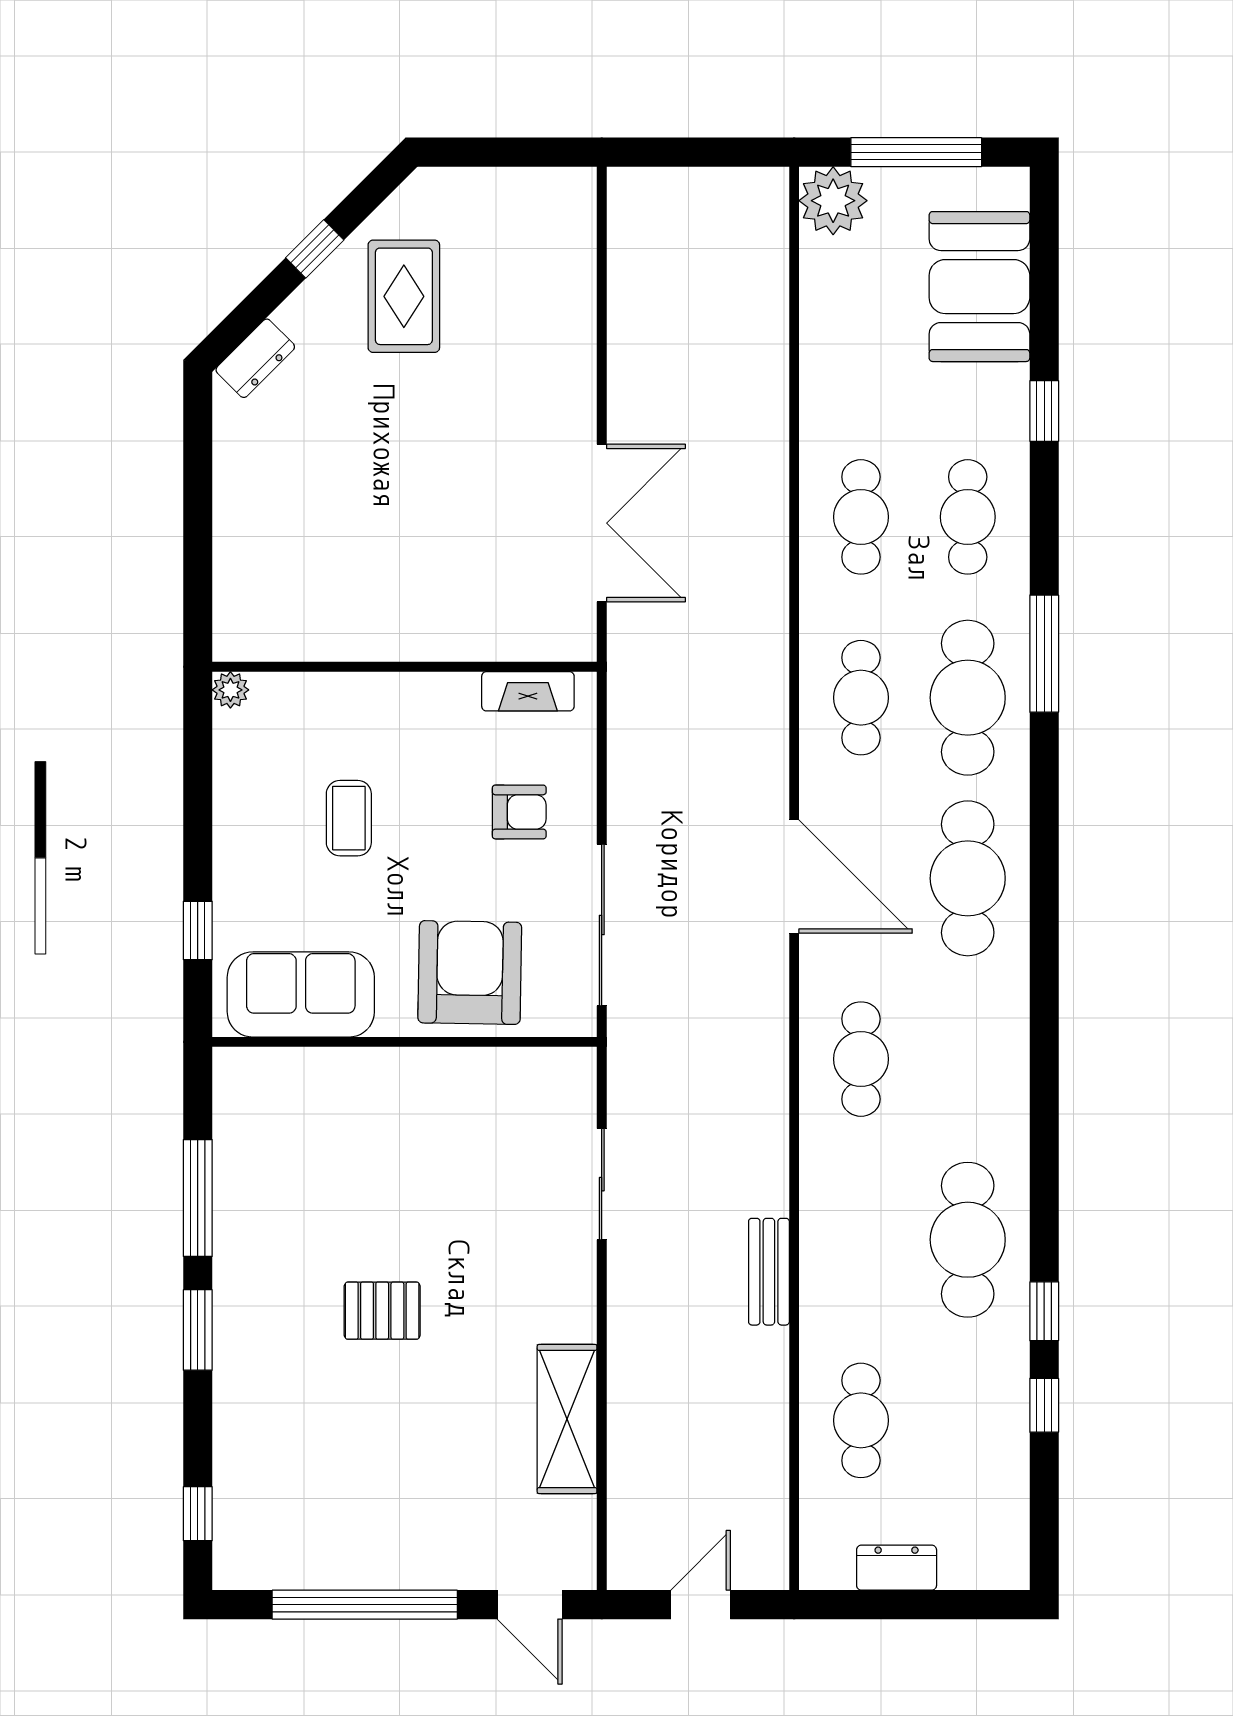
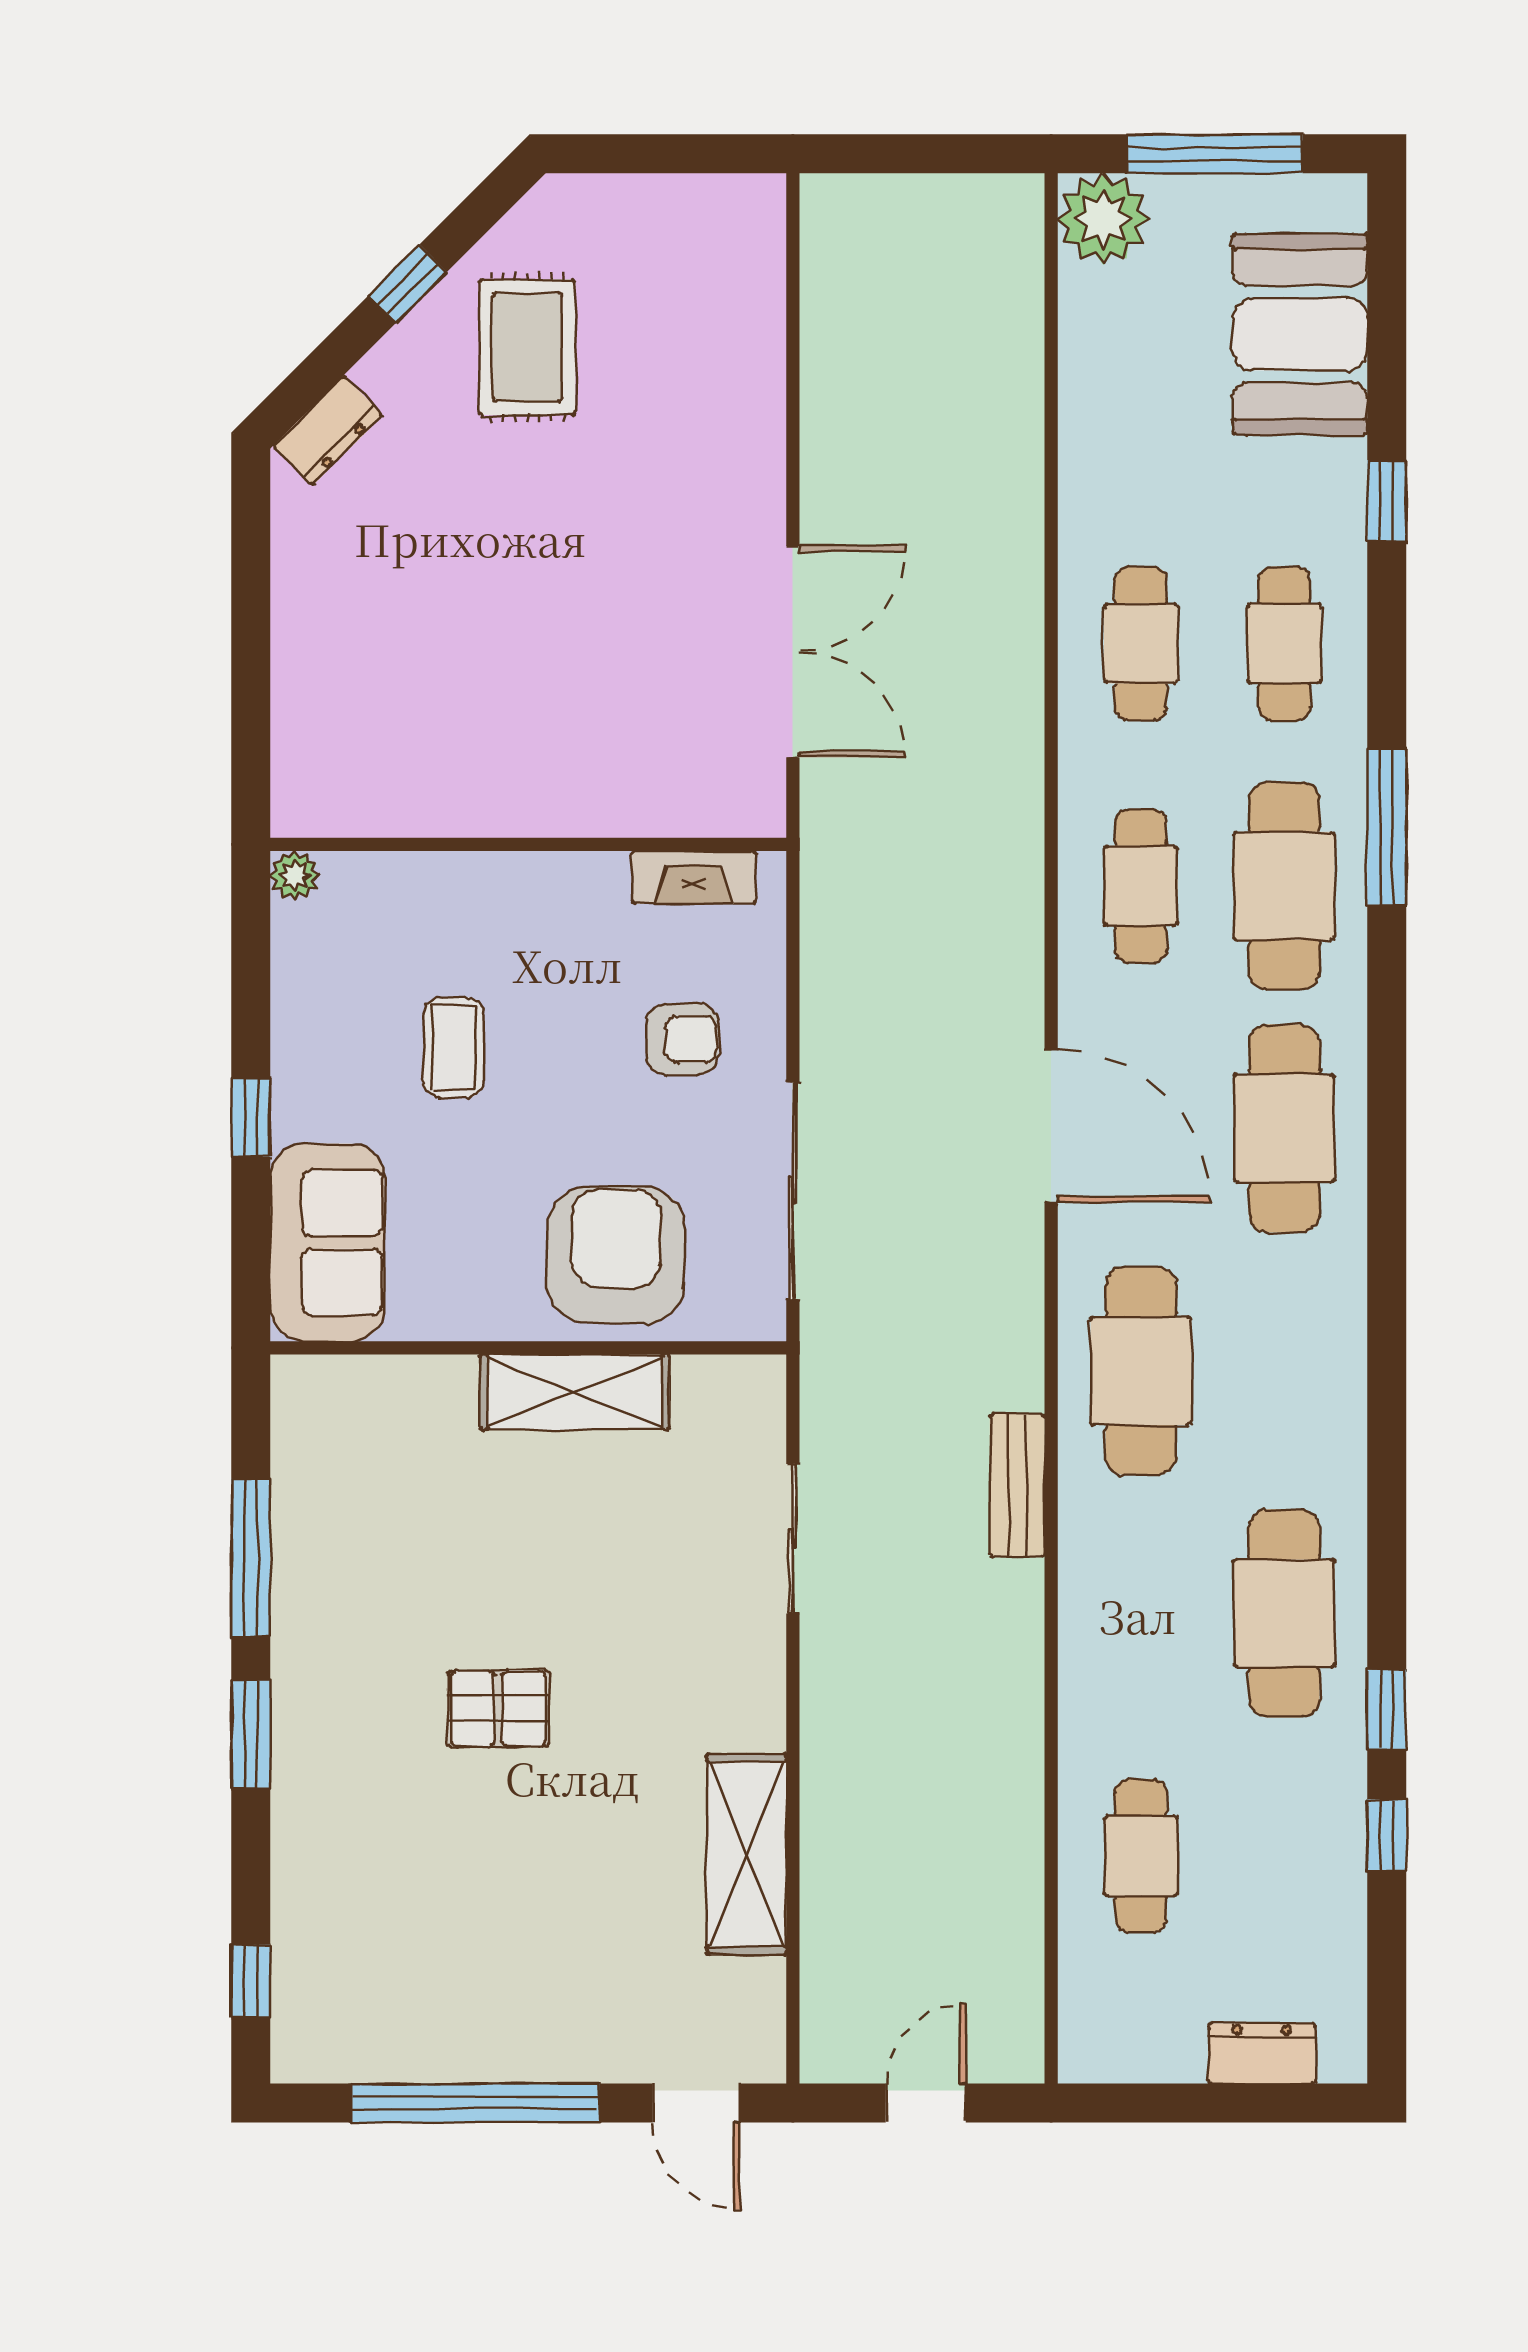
window: (198, 930) -> (251, 1117), moved
sofa: (301, 994) -> (327, 1243), moved, turned 90
cafe table: (861, 1059) -> (1141, 1371), width x1.37, depth x1.35
shelving: (439, 1075) -> (575, 1392), added
bench: (769, 1272) -> (1017, 1485), moved
dresser: (897, 1568) -> (1262, 2053), moved

